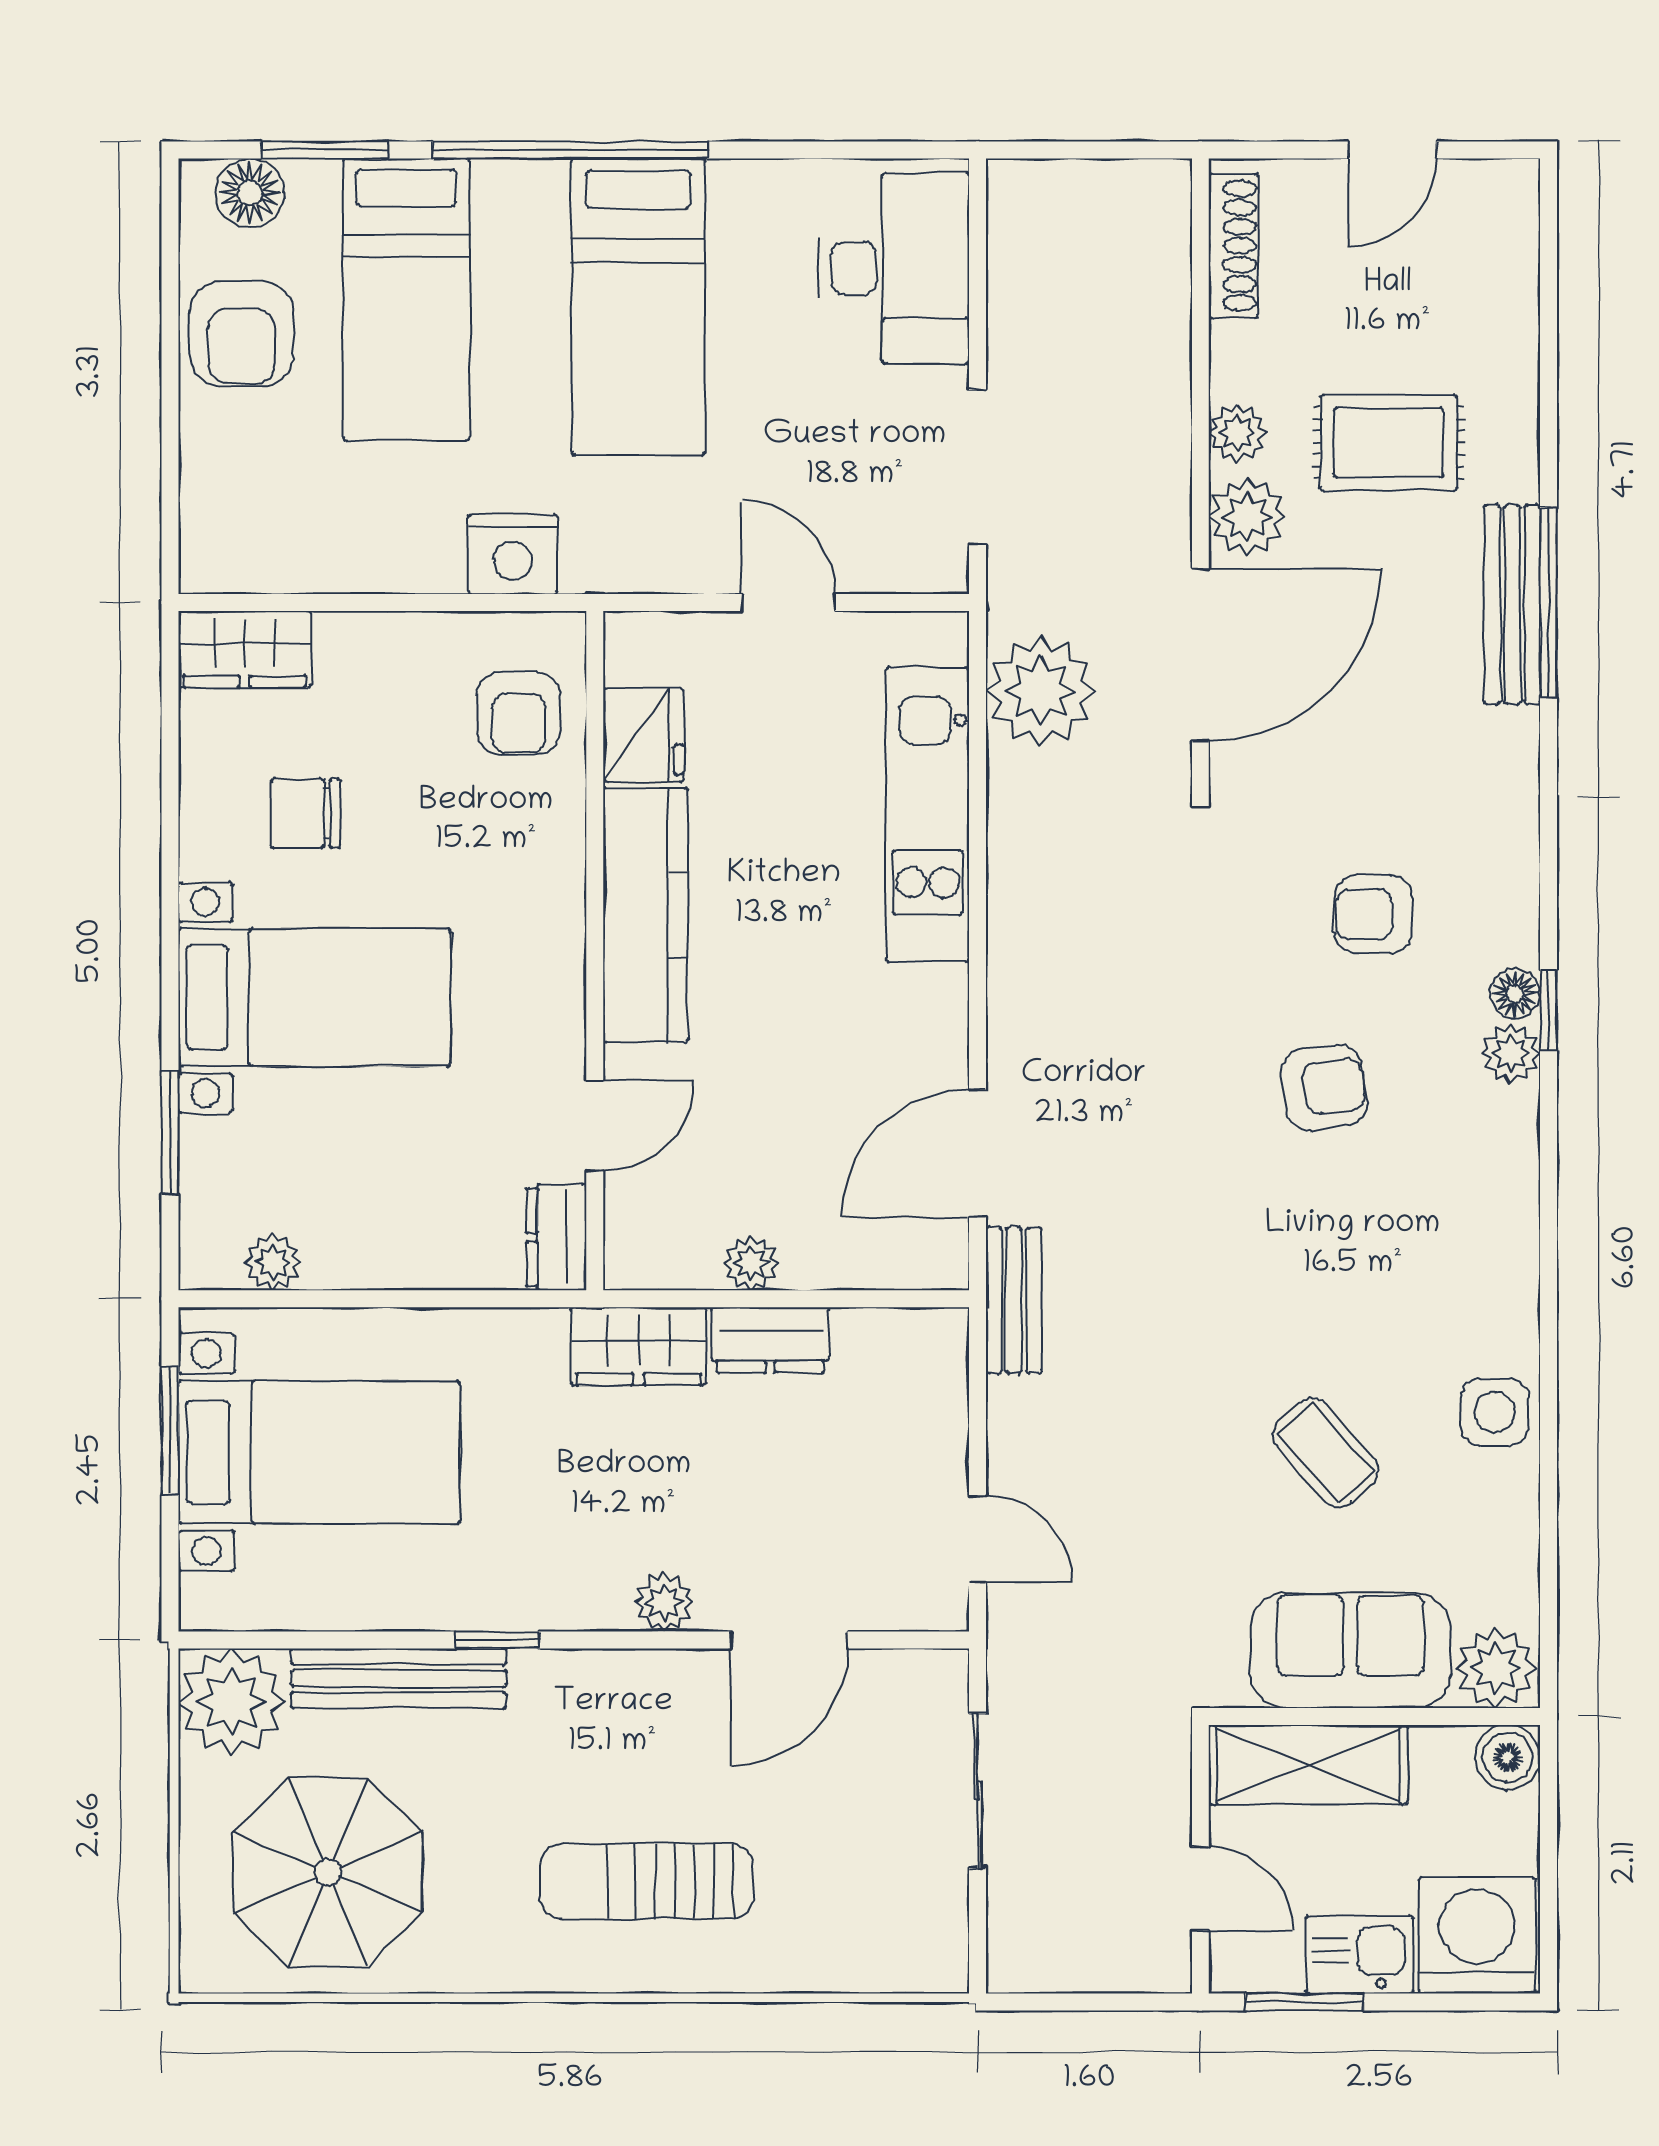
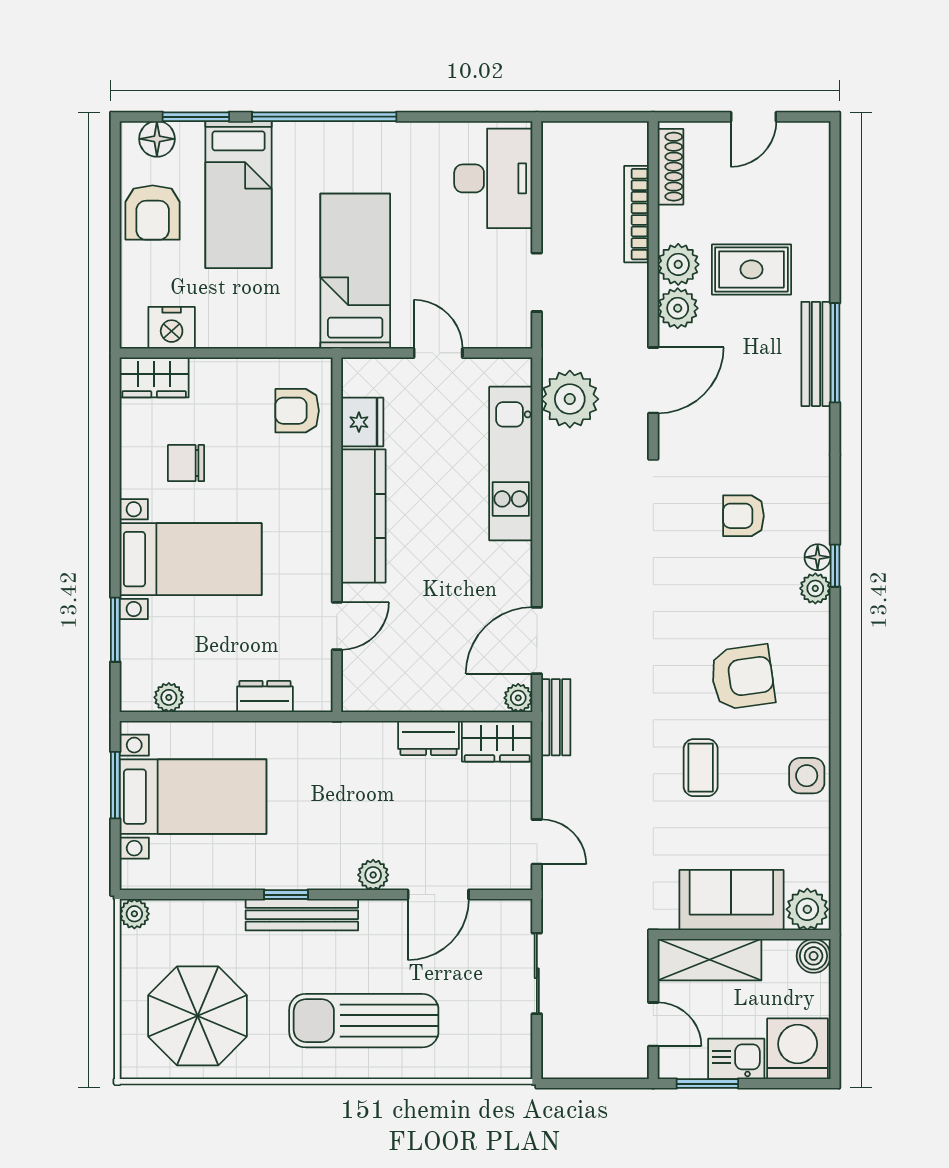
bed: (638, 307) -> (355, 271), moved, turned 180
bookcase: (1168, 337) -> (636, 214), added
plant: (1238, 433) -> (678, 264), width x1.38, depth x1.38
doorway: (978, 467) -> (537, 282), width x0.73
nightstand: (513, 554) -> (172, 328), moved
door: (1200, 655) -> (653, 380), width x0.73
armchair: (519, 713) -> (297, 411), turned 90
armchair: (1324, 1088) -> (743, 677), moved, width x1.38, depth x1.38
dresser: (556, 1237) -> (265, 696), moved, turned 90
plant: (751, 1263) -> (518, 698), moved
wardrobe: (639, 1346) -> (497, 741), moved
coffee table: (1325, 1452) -> (701, 768), moved, turned 42
bench: (398, 1678) -> (302, 915), moved
plant: (232, 1702) -> (134, 914), width x0.53, depth x0.53
sun lounger: (646, 1881) -> (364, 1021), width x1.36, depth x1.34

